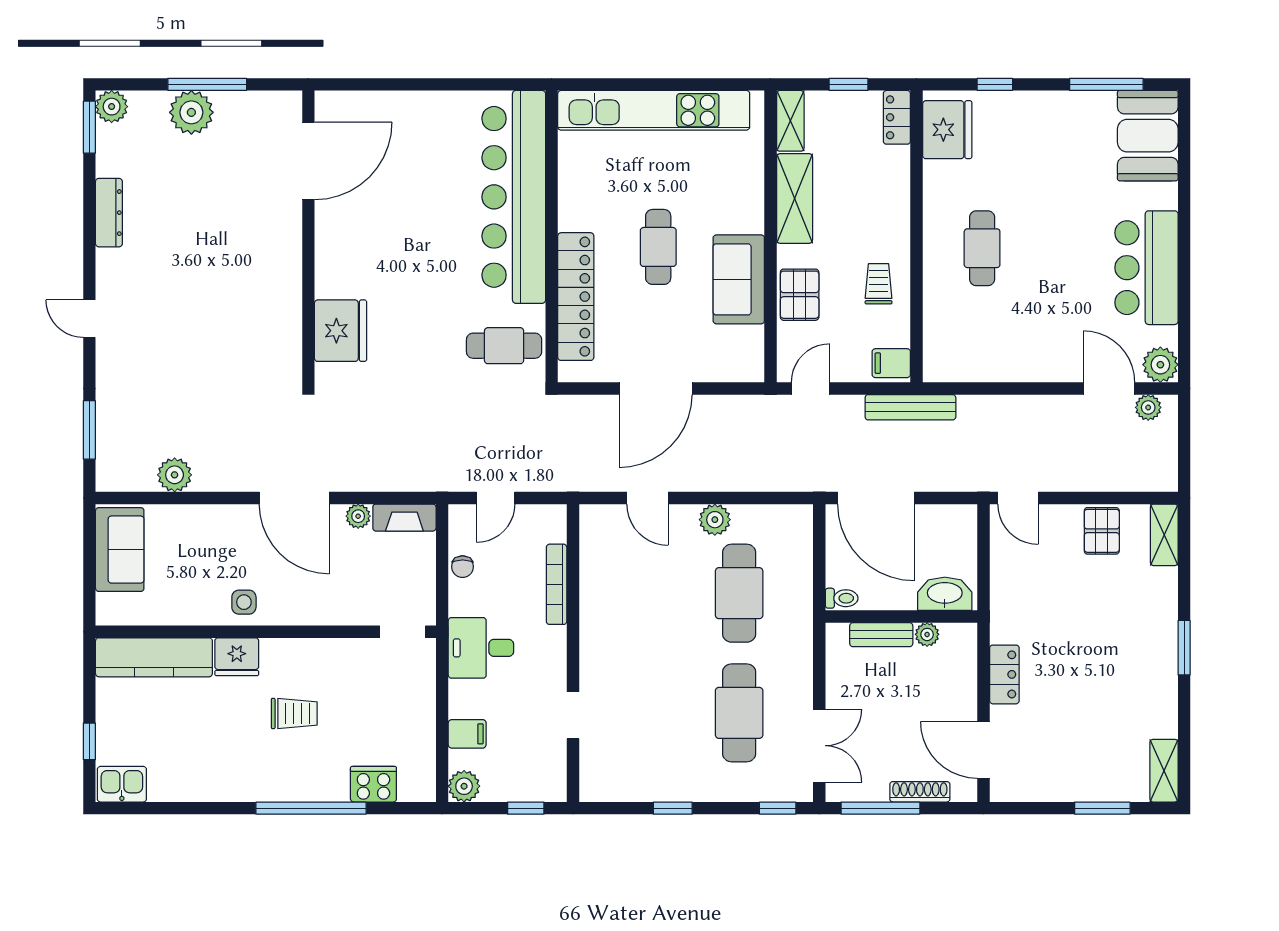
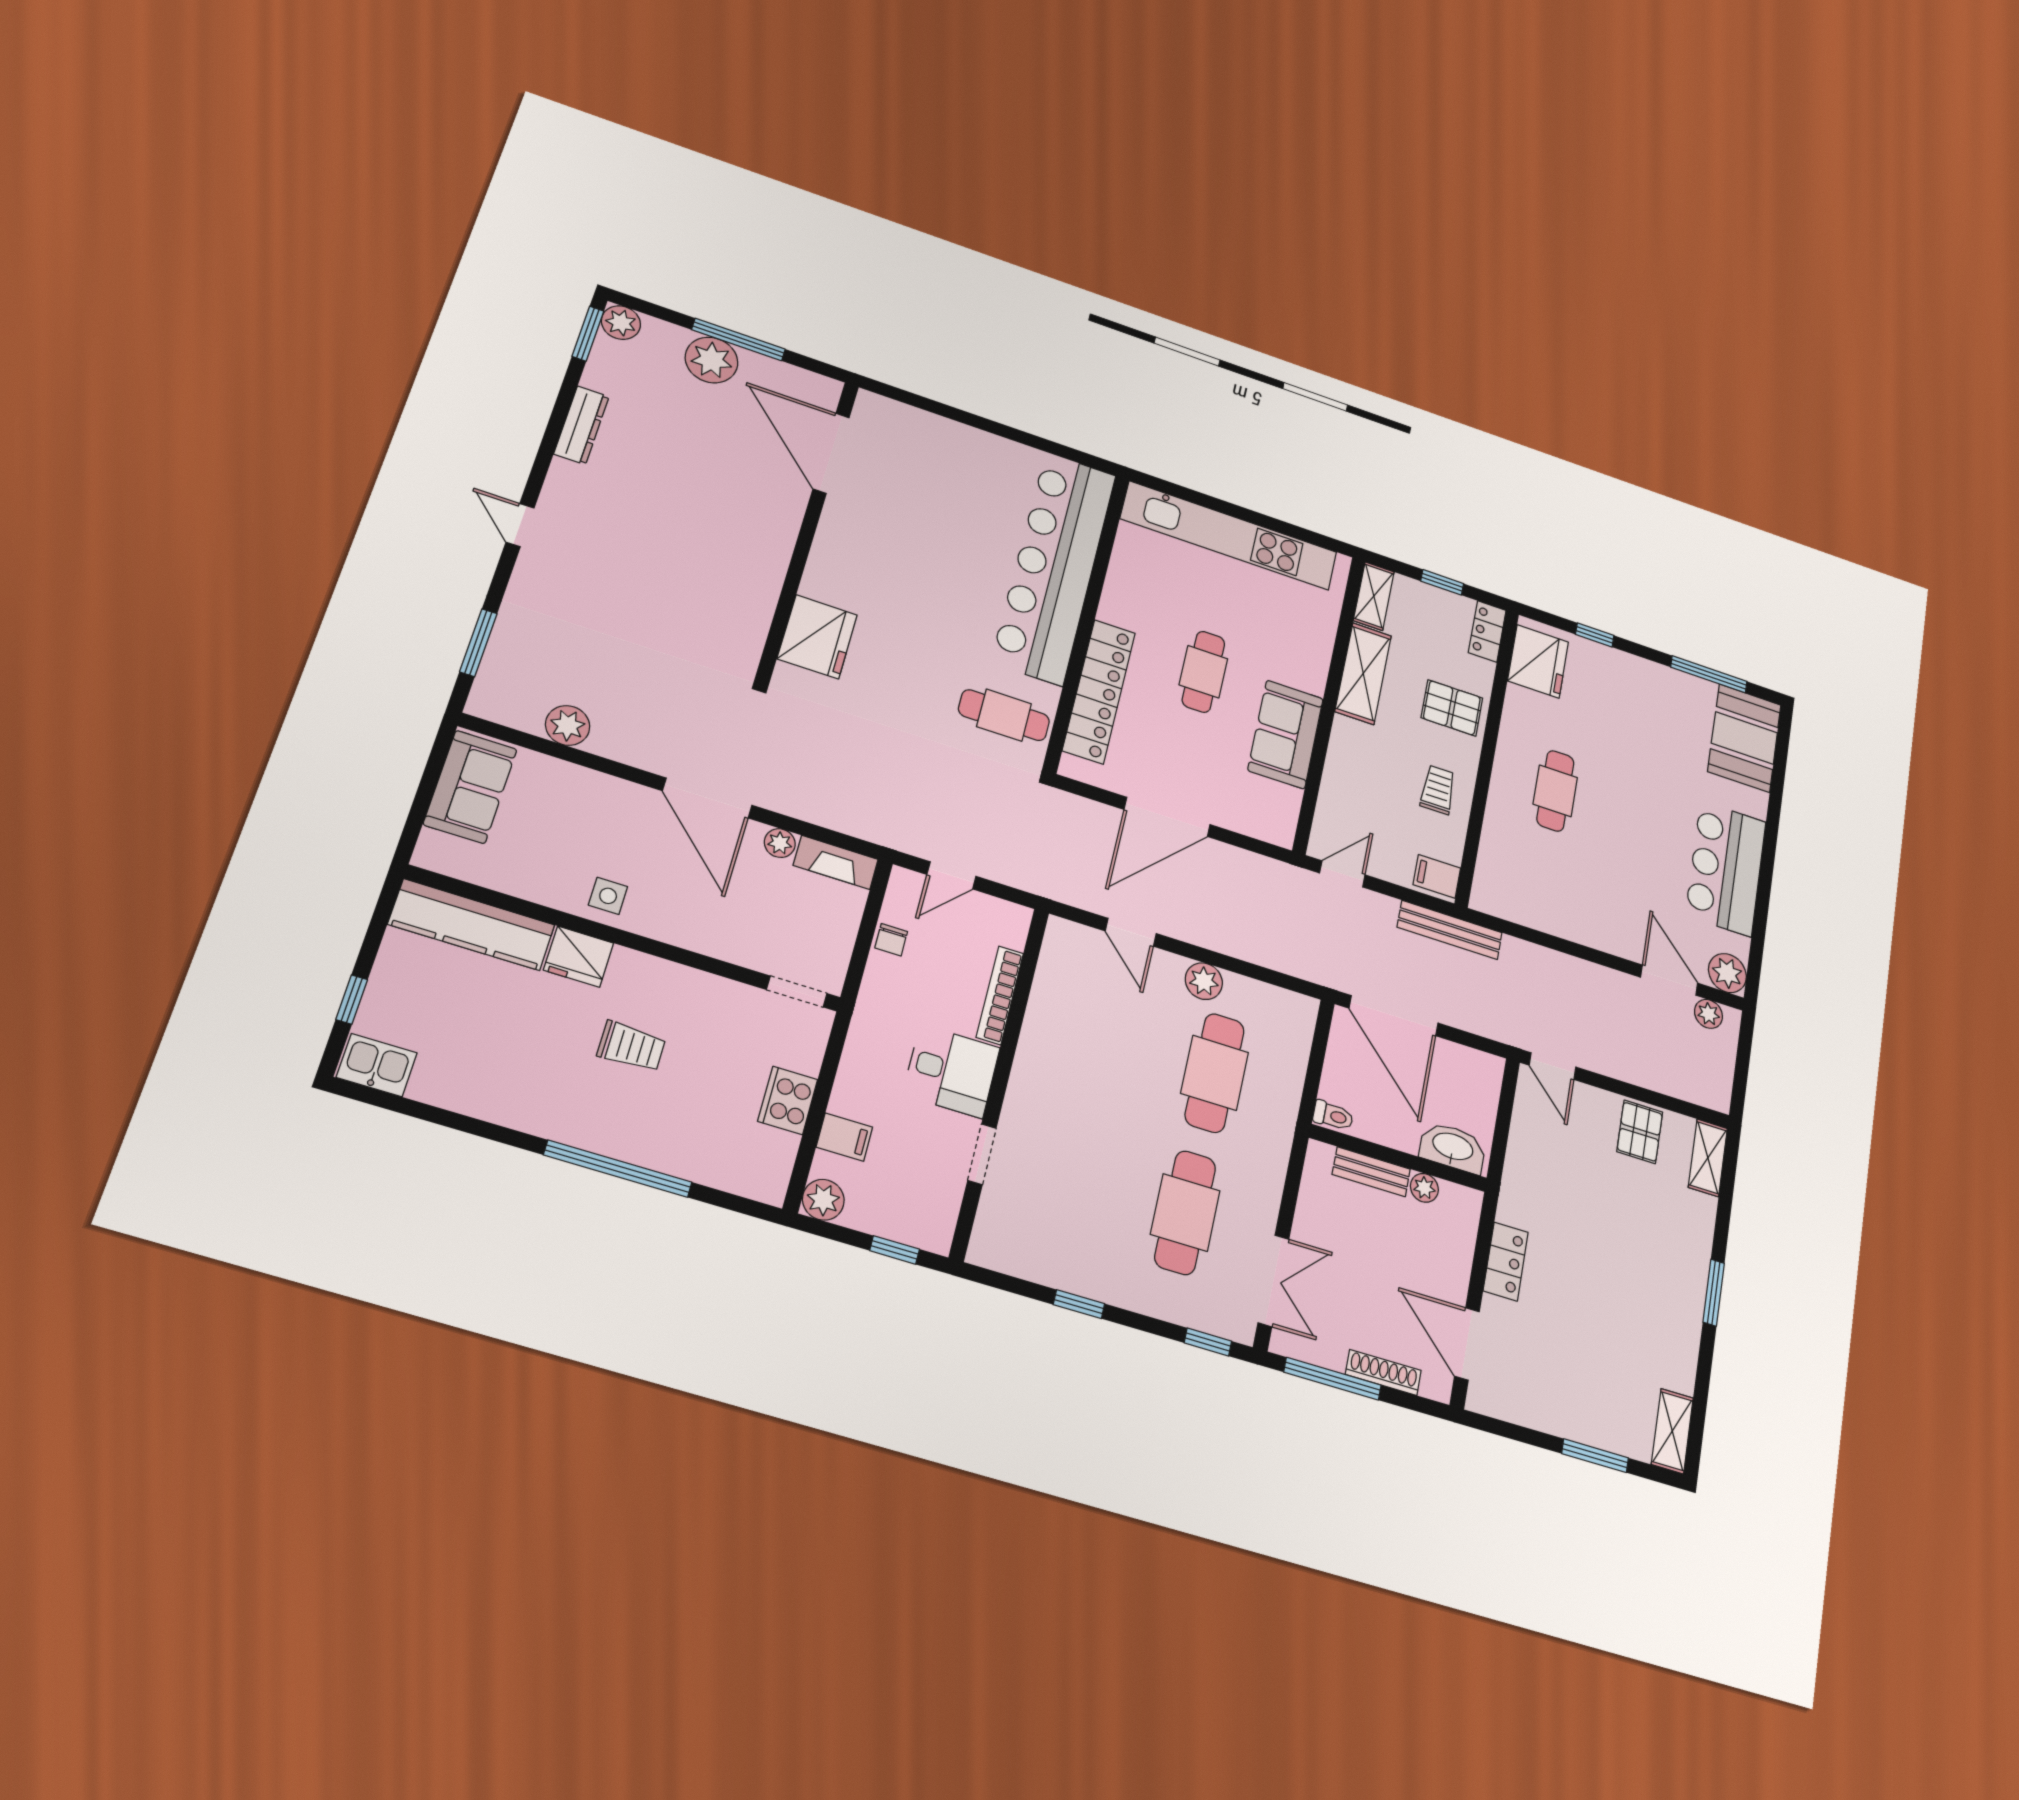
door: (308, 161) -> (831, 453), swing flipped
pallet: (800, 295) -> (1452, 708), moved, turned 90
desk: (481, 648) -> (951, 1071), moved, turned 180
cooker: (373, 784) -> (788, 1100), moved, turned -90

